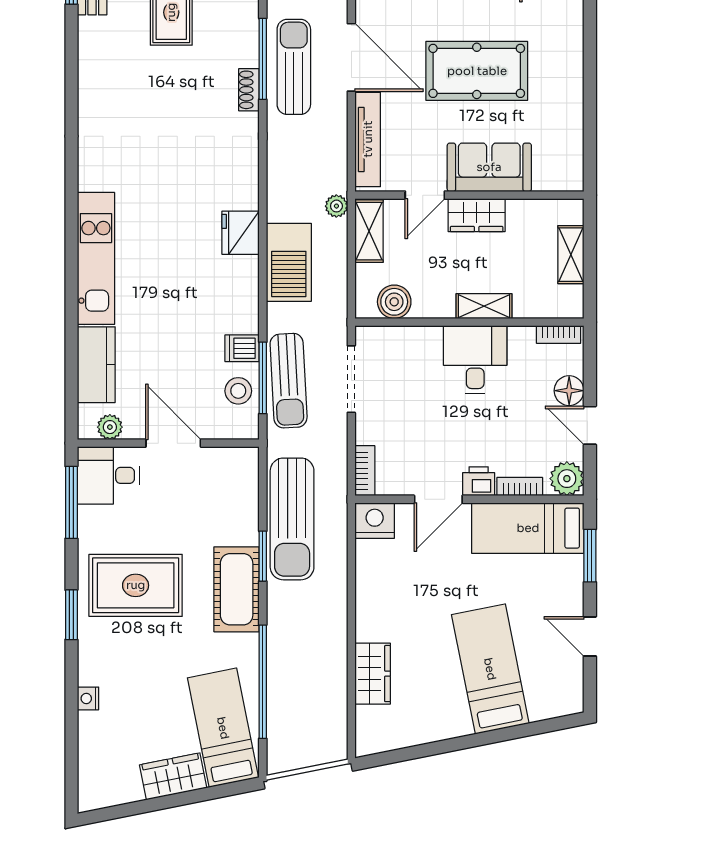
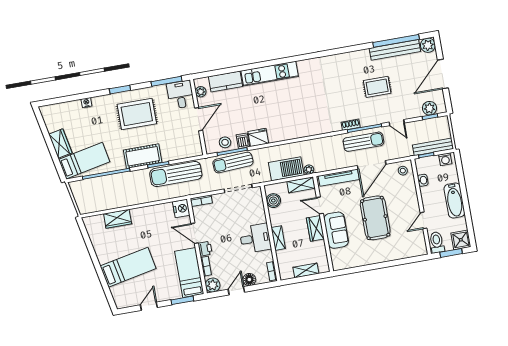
fridge: (241, 233) -> (258, 137), moved
barbecue: (289, 262) -> (286, 169), moved, turned 180
rug: (136, 585) -> (137, 114), turned 90

